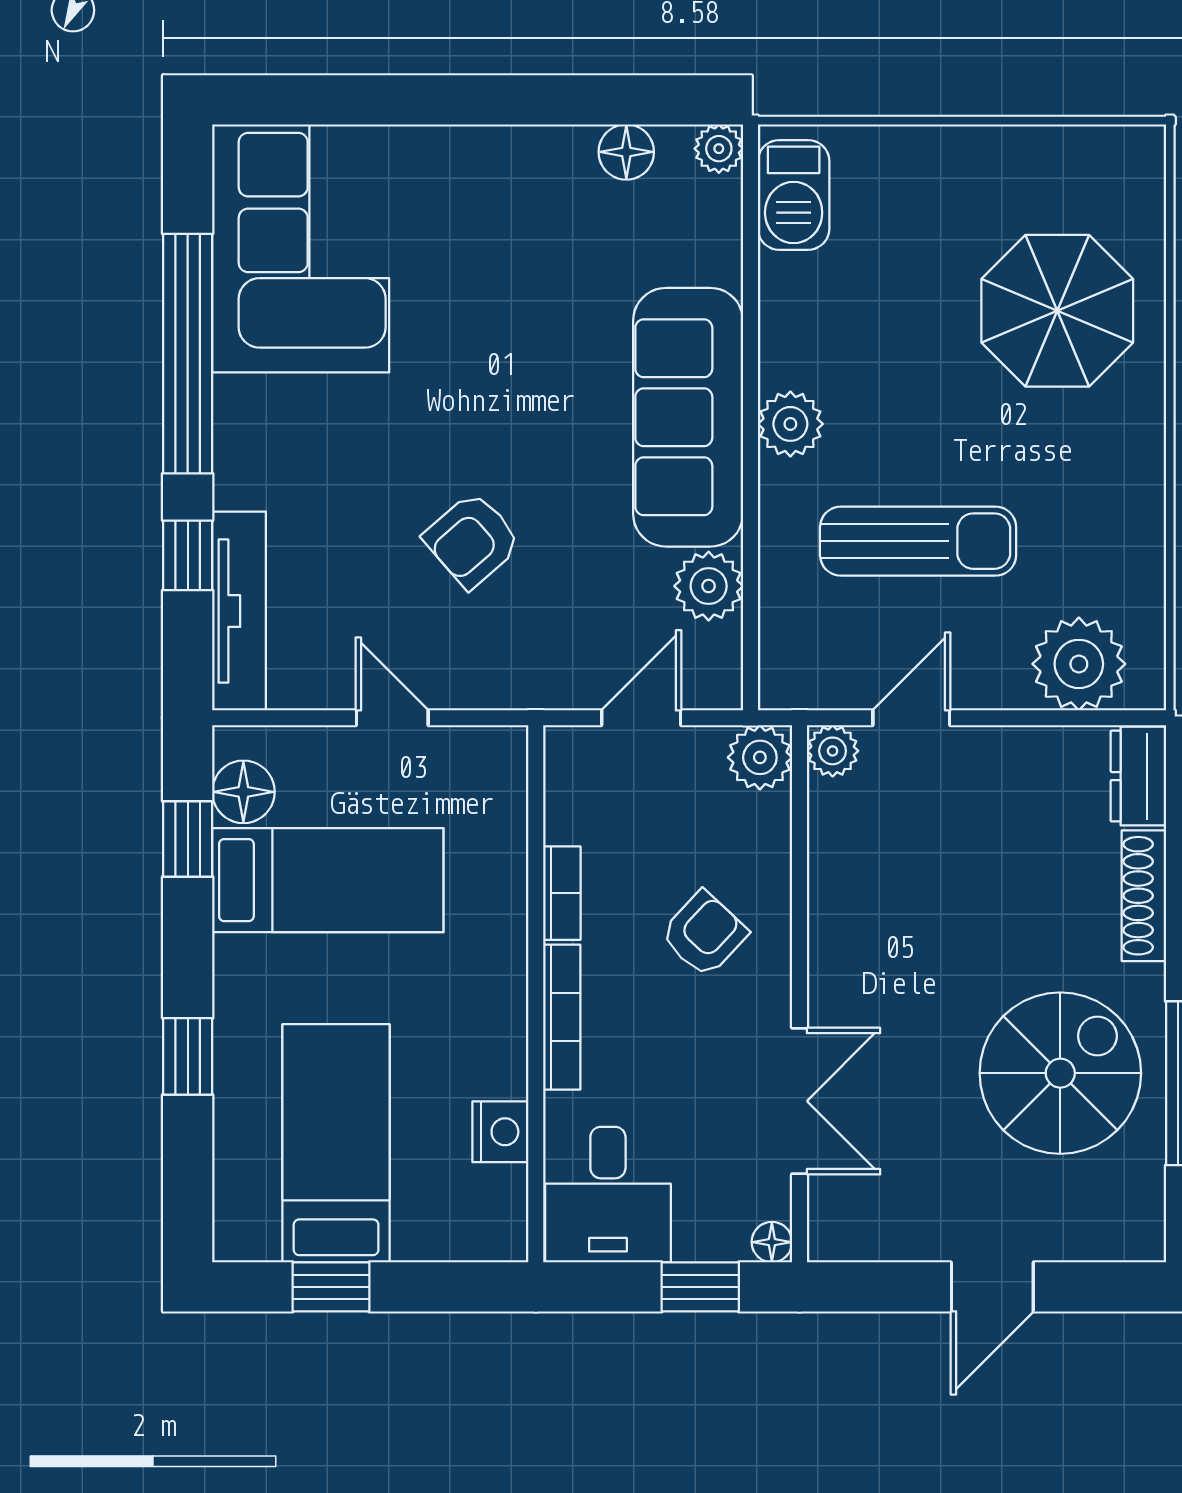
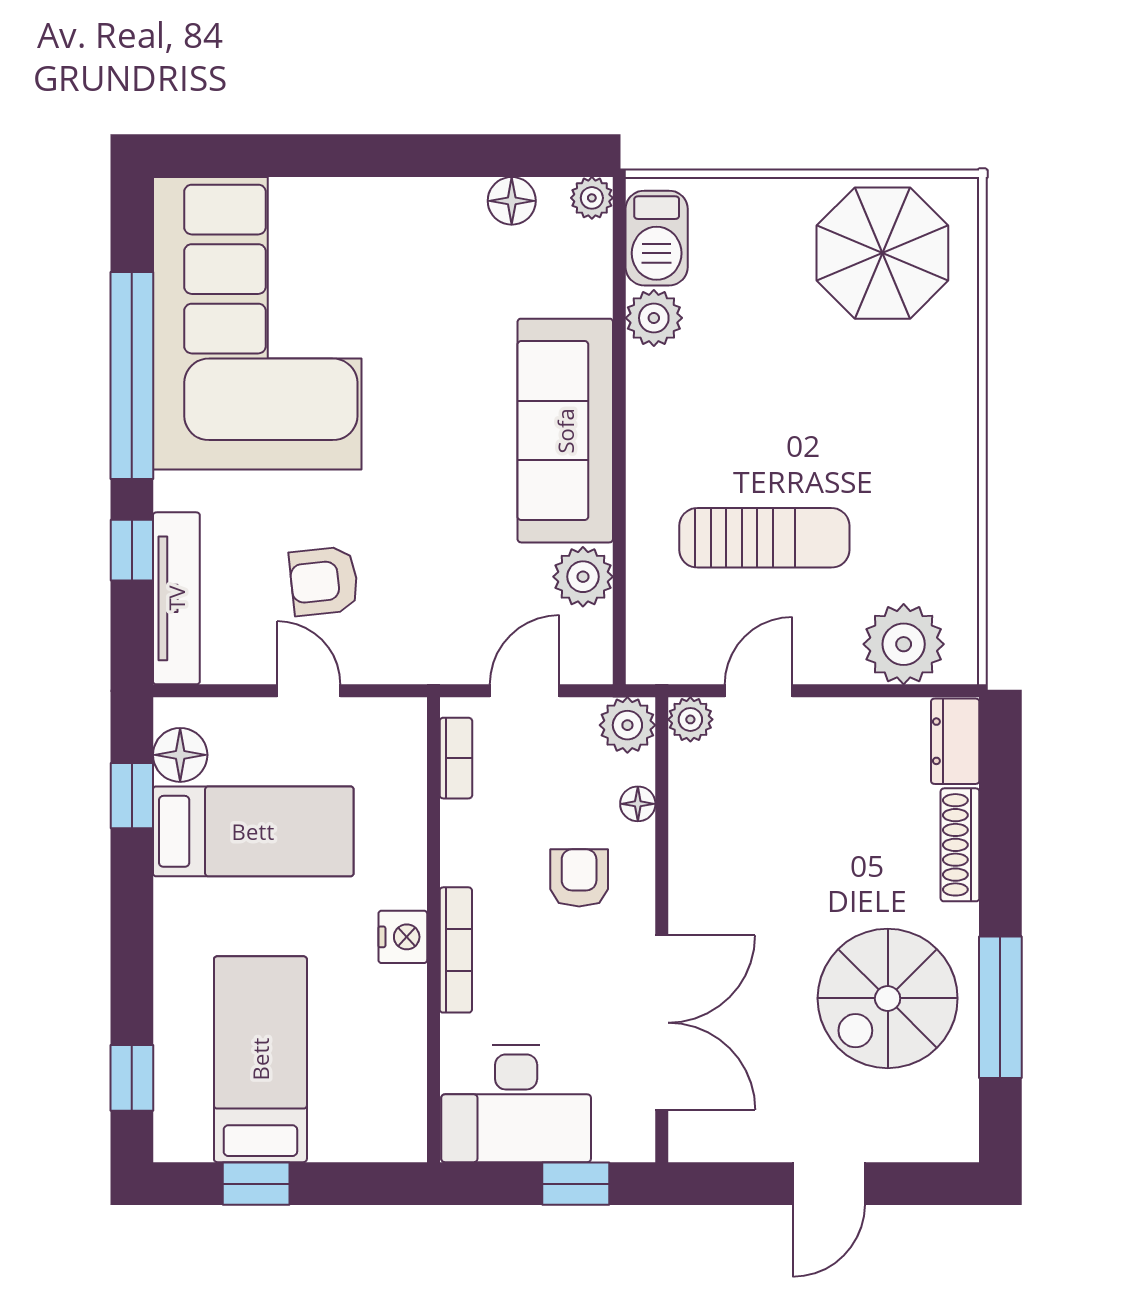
corner sofa: (301, 248) -> (257, 323), width x1.36, depth x1.36
parasol: (1057, 311) -> (882, 253), moved
plant: (790, 424) -> (654, 318), moved
armchair: (472, 540) -> (324, 581), moved, turned 35
bookcase: (562, 893) -> (456, 758), moved
armchair: (704, 934) -> (579, 878), turned -43
window: (188, 1056) -> (132, 1078), moved
spiral stairs: (1060, 1073) -> (888, 998), turned 180
double door: (799, 1101) -> (662, 1023), width x1.37
nightstand: (500, 1132) -> (403, 937), moved
desk: (608, 1195) -> (516, 1104), width x1.37
floor lamp: (772, 1242) -> (638, 804), moved

